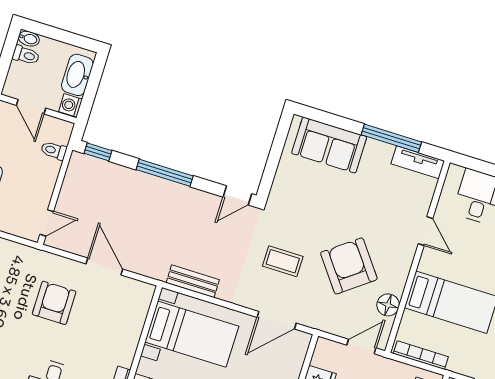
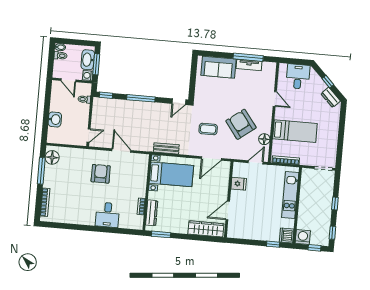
window: (92, 87) -> (96, 64), added
tv unit: (418, 162) -> (249, 65), moved

